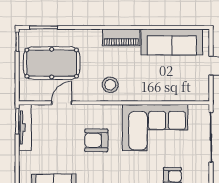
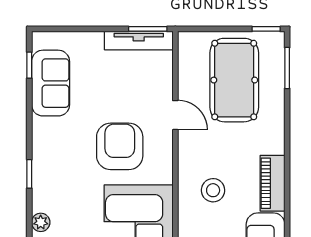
stool: (110, 85) -> (213, 190), moved
door: (62, 103) -> (175, 115), moved
armchair: (96, 140) -> (120, 146), width x1.36, depth x1.36

